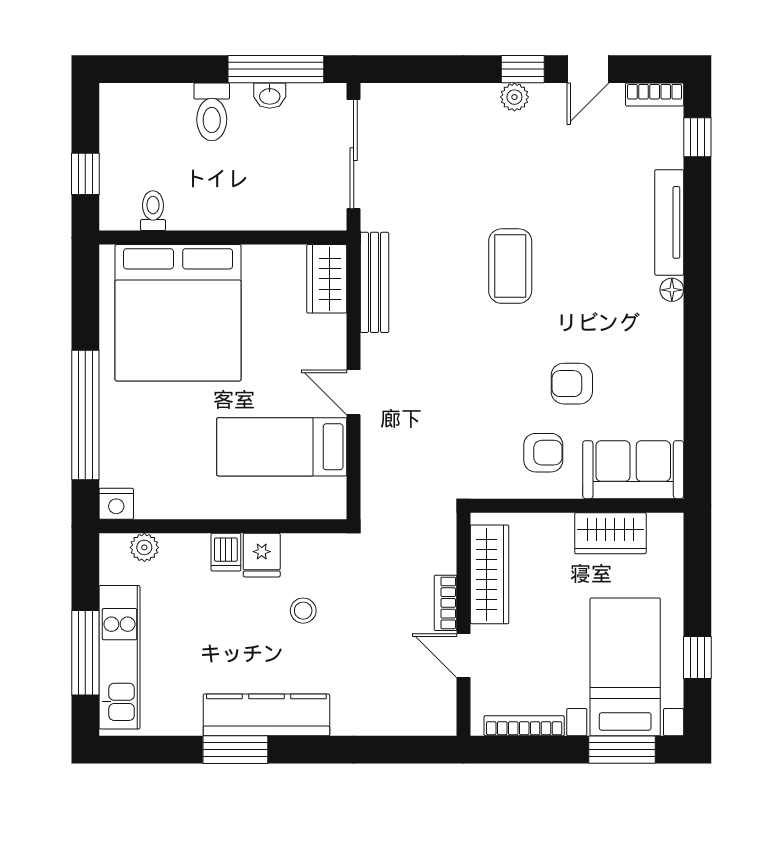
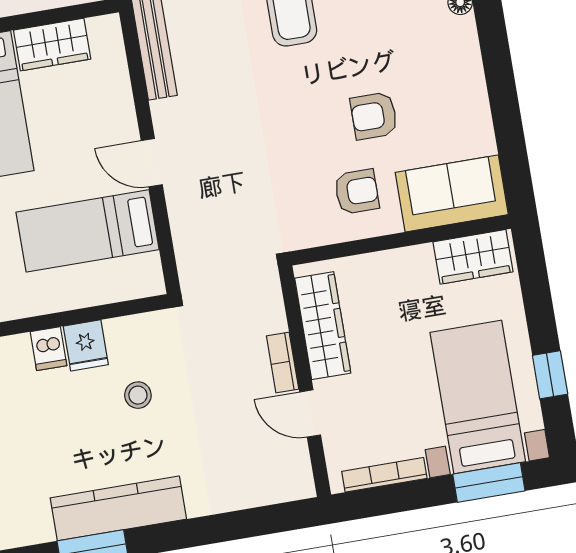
wardrobe: (327, 279) -> (52, 45), moved, turned -90
wardrobe: (610, 533) -> (473, 257), moved

